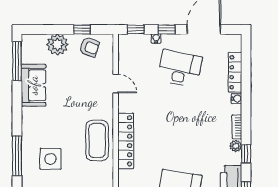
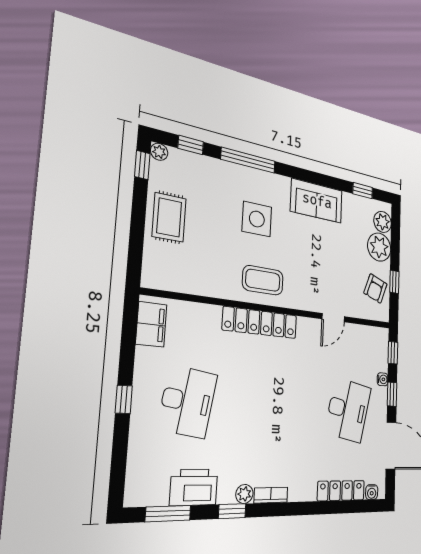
plant: (37, 42) -> (383, 222), added
window: (17, 61) -> (363, 191), width x0.46
sofa: (33, 85) -> (317, 201), moved
water cooler: (237, 99) -> (372, 492), moved
coffee table: (97, 140) -> (263, 280), width x0.73, depth x0.76
side table: (50, 159) -> (257, 219), moved

